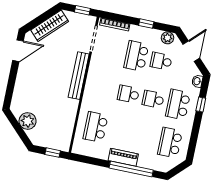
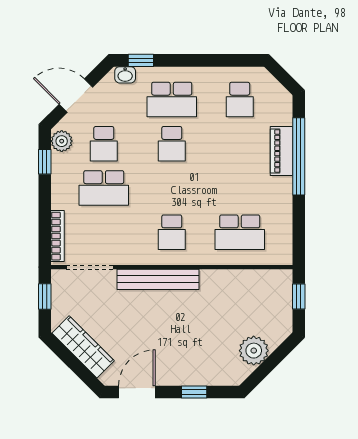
window: (146, 24) -> (45, 162), moved
door: (18, 51) -> (137, 392), hinge flipped
window: (11, 83) -> (194, 392), added
school desk: (128, 94) -> (172, 232), moved
window: (201, 104) -> (141, 60), moved
school desk: (170, 143) -> (240, 99), width x0.54
piano: (123, 157) -> (281, 151), moved

